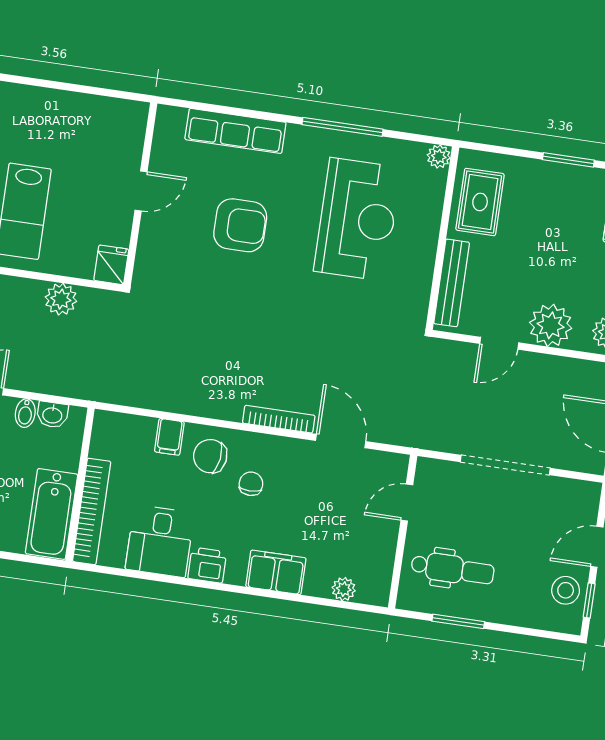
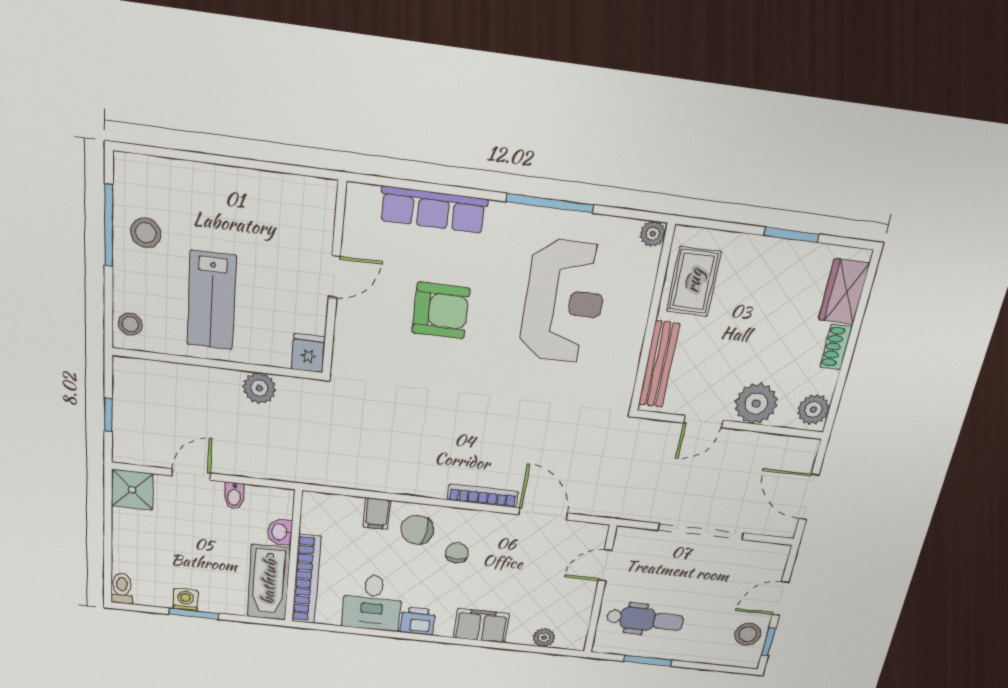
washbasin: (52, 415) -> (280, 532), moved, turned 90

